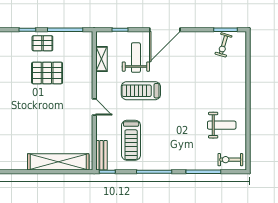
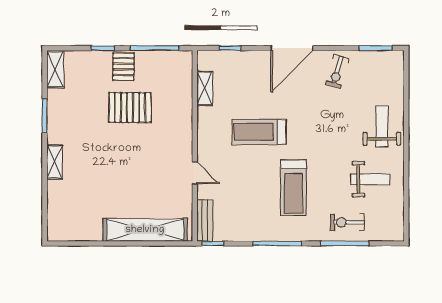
pallet: (42, 43) -> (124, 67), turned 90
exercise bike: (223, 45) -> (337, 72), moved
weight bench: (136, 58) -> (382, 126), moved
door: (94, 107) -> (195, 173), moved
treadmill: (131, 140) -> (293, 188), moved
exercise bike: (230, 160) -> (347, 222), moved

